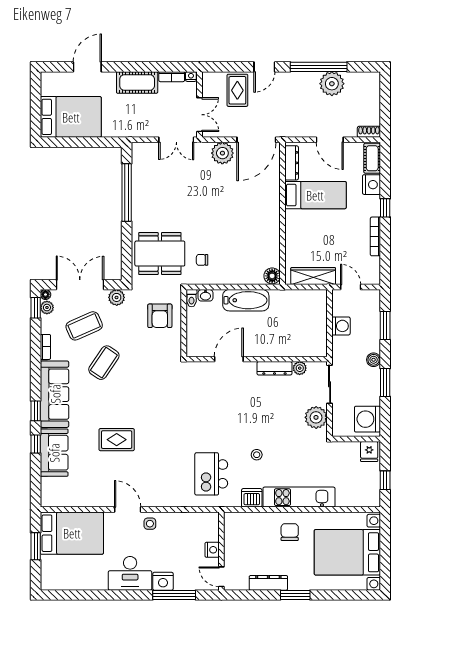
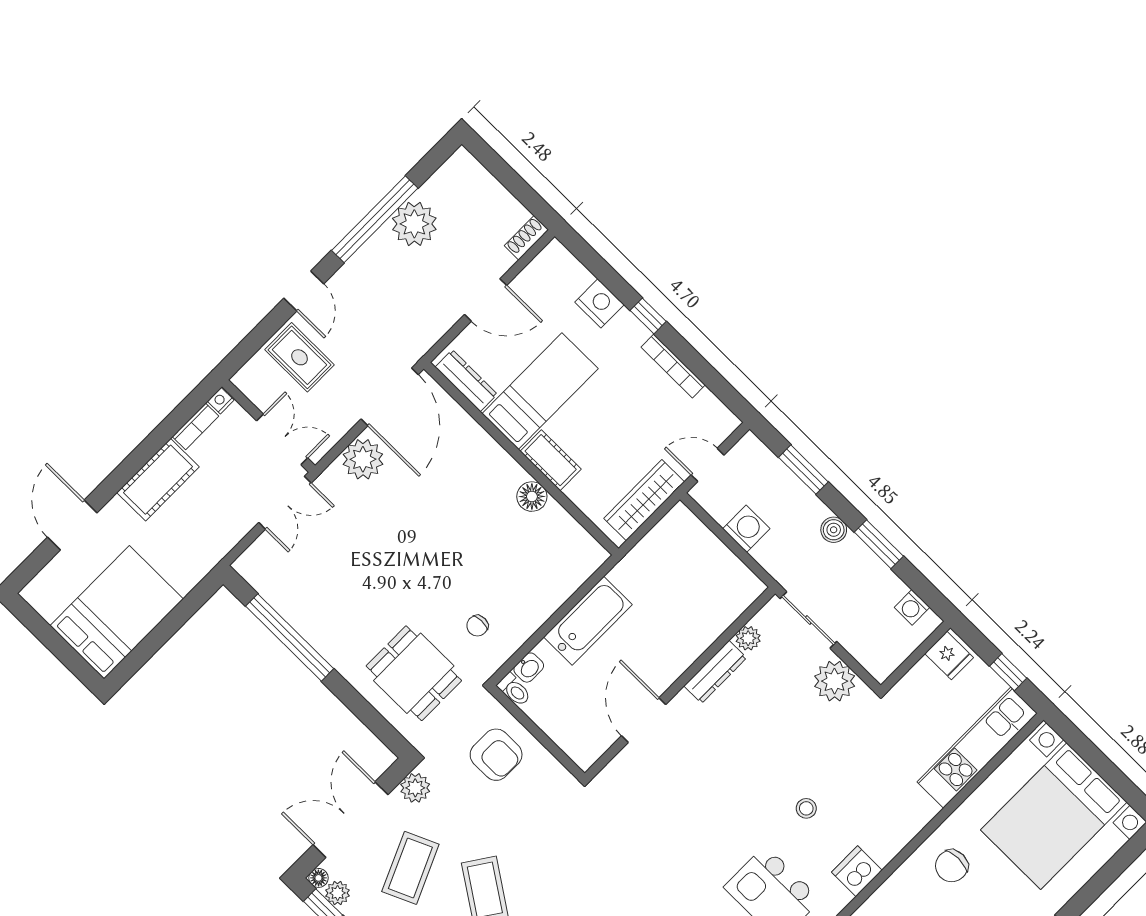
cot: (372, 158) -> (551, 460), moved
dining table: (160, 254) -> (414, 673), width x0.73
floor lamp: (272, 276) -> (532, 497), moved
washing machine: (367, 419) -> (912, 607), width x0.53, depth x0.53
kitchen unit: (299, 497) -> (977, 748), moved
chair: (290, 532) -> (952, 866), turned -90

